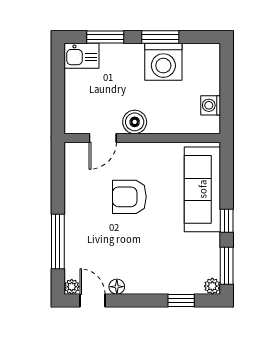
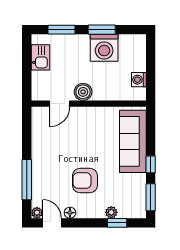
kitchen sink: (81, 56) -> (41, 57), moved, turned -90
armchair: (129, 197) -> (85, 181), moved
plant: (212, 286) -> (111, 212), moved

